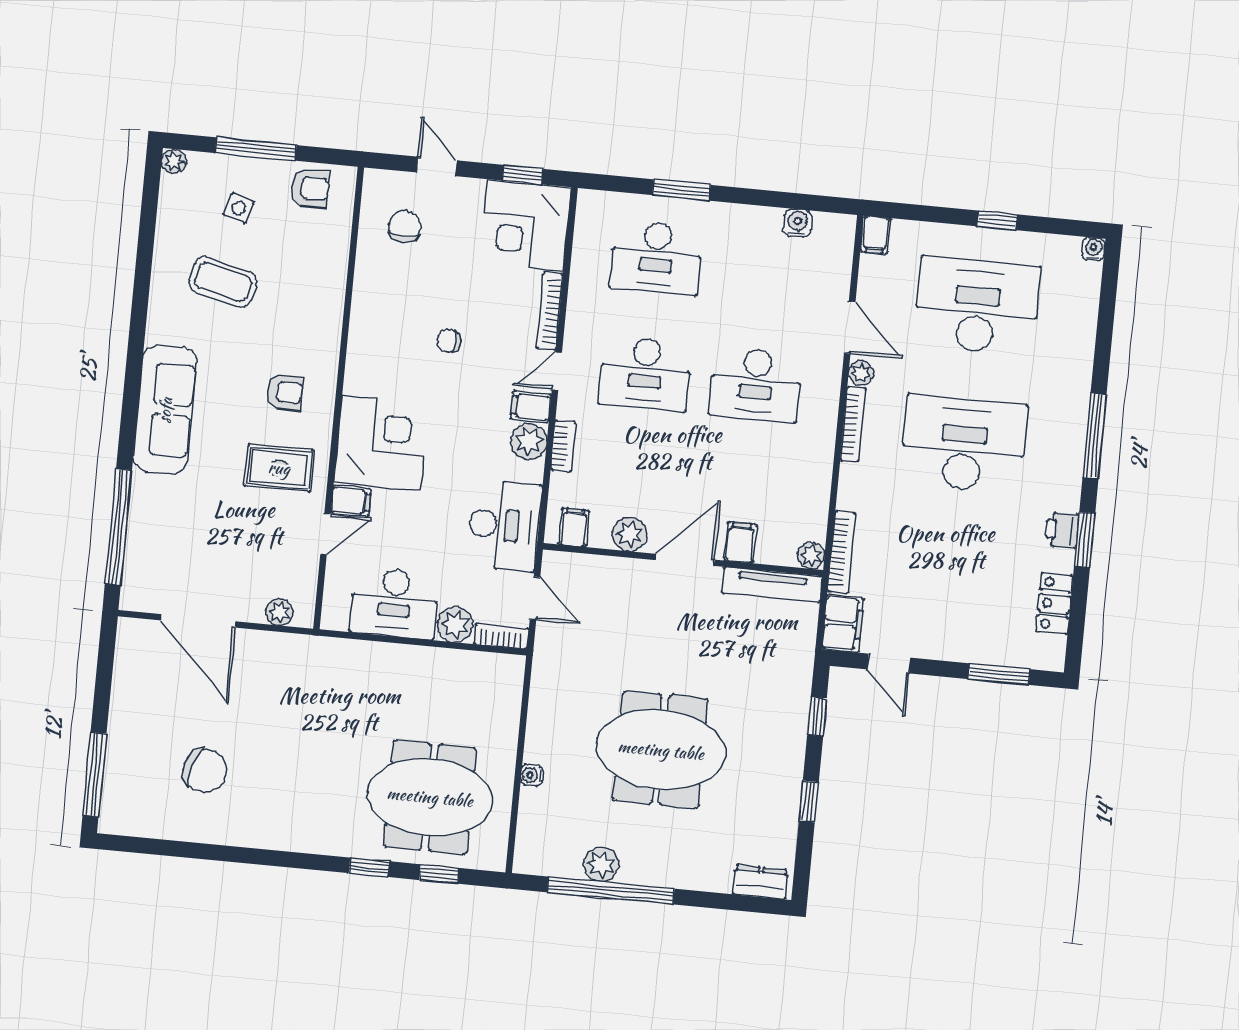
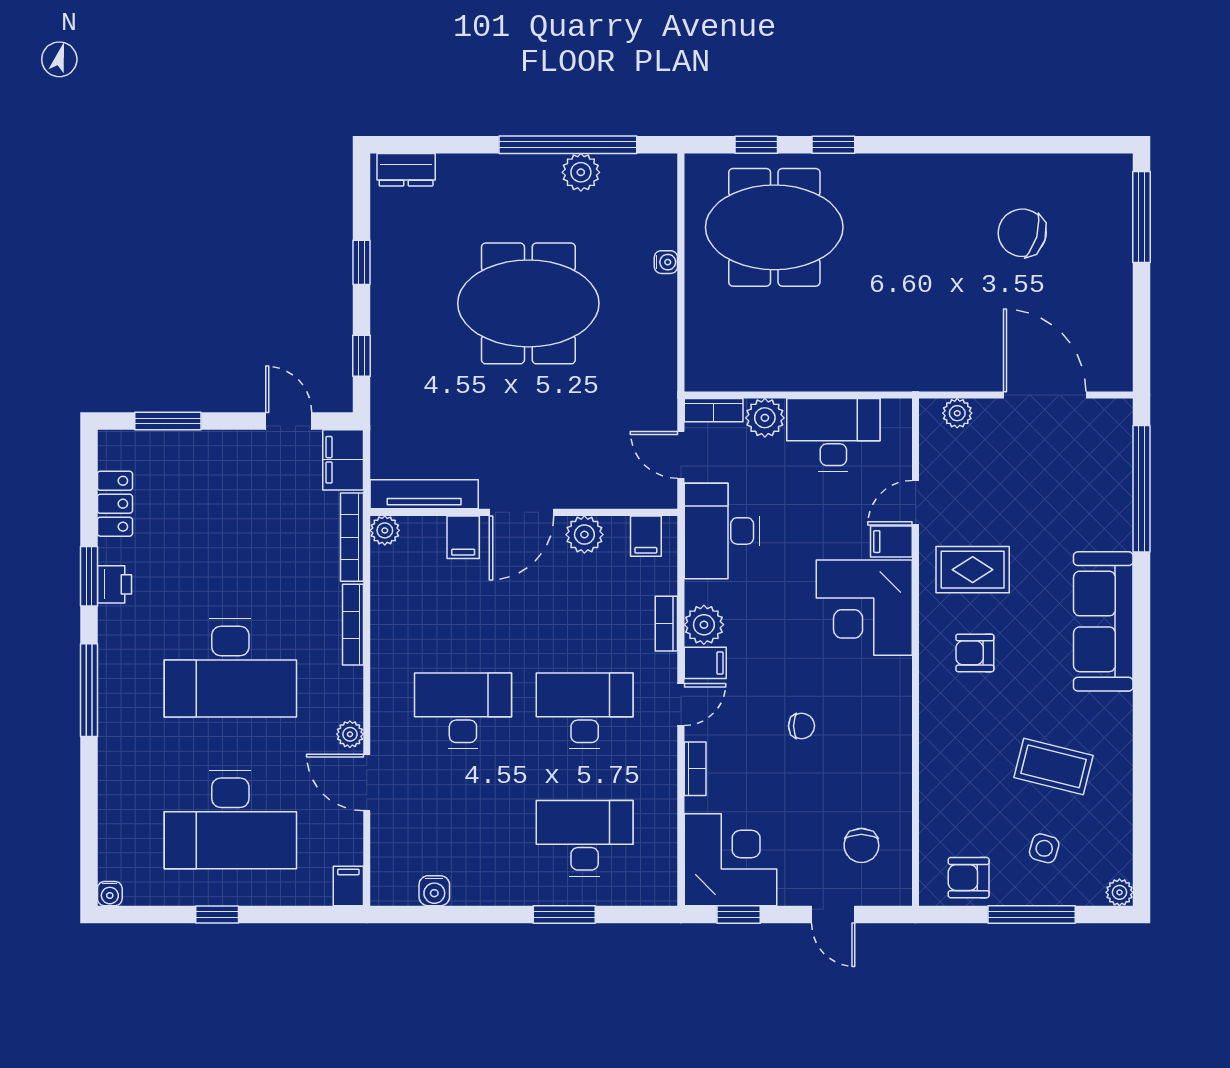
bookcase: (550, 311) -> (695, 769), width x0.64
bookcase: (853, 424) -> (353, 625), moved

